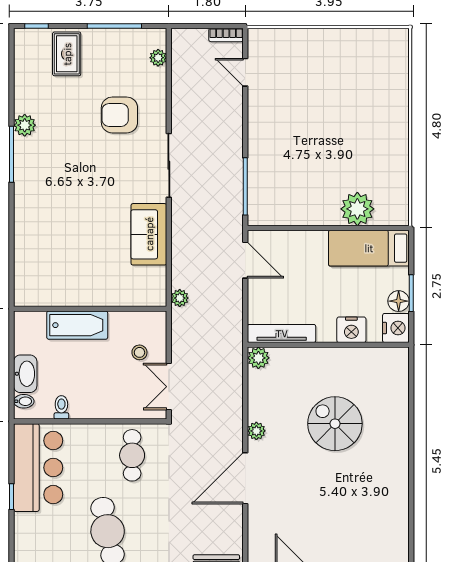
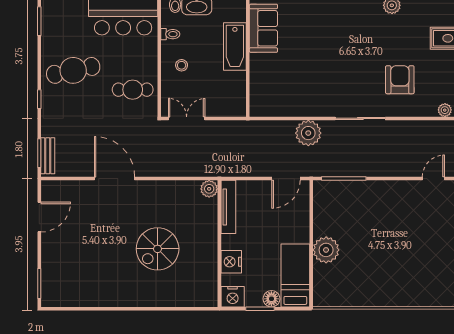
plant: (357, 209) -> (326, 250), moved
sofa: (149, 234) -> (263, 28), moved, turned 90
plant: (180, 298) -> (308, 133), moved, width x1.88, depth x1.88
floor lamp: (399, 301) -> (271, 299), moved
stool: (139, 352) -> (182, 65), moved
spiral stairs: (335, 424) -> (158, 249), turned 180
plant: (256, 431) -> (152, 187), removed

